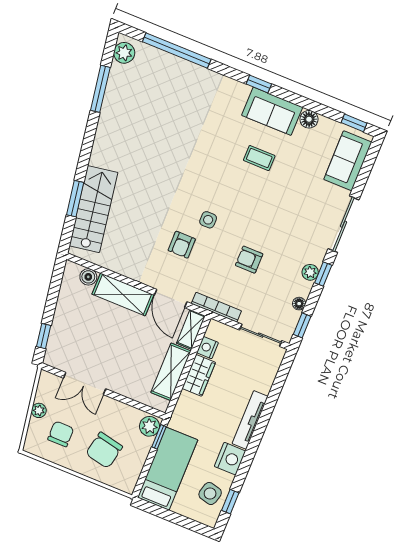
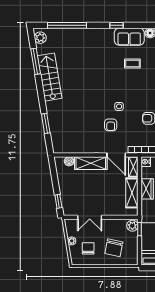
stairs: (94, 209) -> (50, 77), moved
nightstand: (207, 348) -> (146, 162), moved

